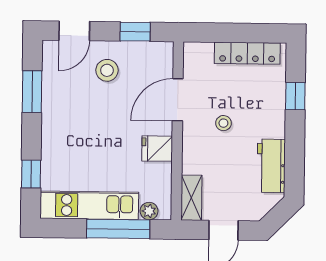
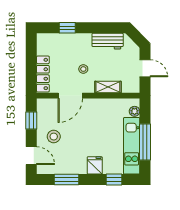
locker: (247, 53) -> (43, 74), moved
door: (178, 100) -> (70, 96), hinge flipped
fridge: (157, 149) -> (95, 165), moved, turned 180
shelving: (191, 198) -> (108, 87), moved
window: (118, 229) -> (145, 142), moved

